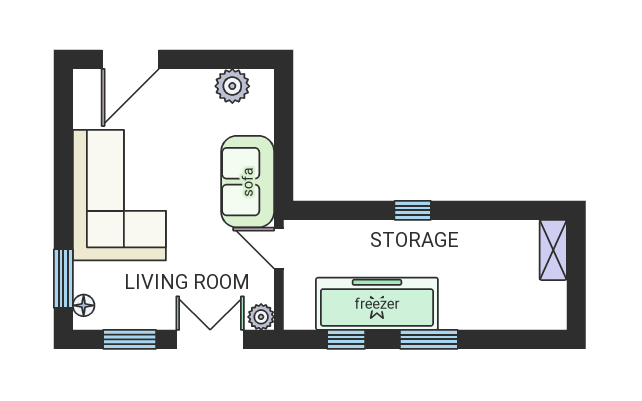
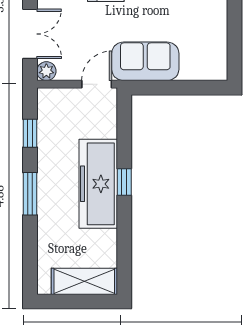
plant: (232, 86) -> (215, 50), removed
shelving: (553, 250) -> (84, 281), width x1.50, depth x1.33
freezer: (377, 304) -> (98, 184), moved, turned 180

